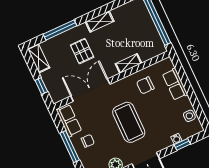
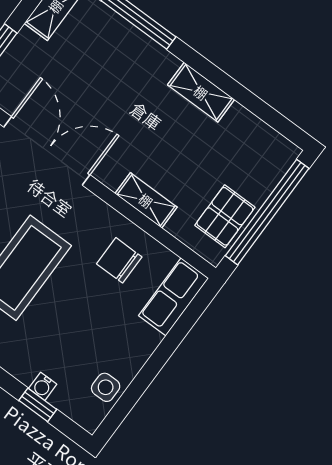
pallet: (82, 51) -> (225, 216), moved
row of seats: (175, 84) -> (173, 297), moved

